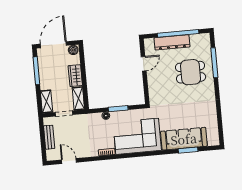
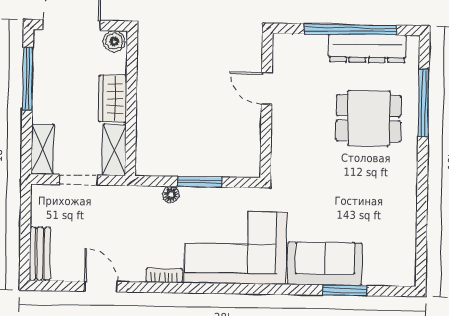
dresser: (172, 42) -> (367, 48), moved
door: (144, 64) -> (267, 88), swing flipped
bench: (49, 137) -> (40, 254), moved
sofa: (184, 139) -> (325, 264), width x0.73
door: (69, 161) -> (101, 287), moved

